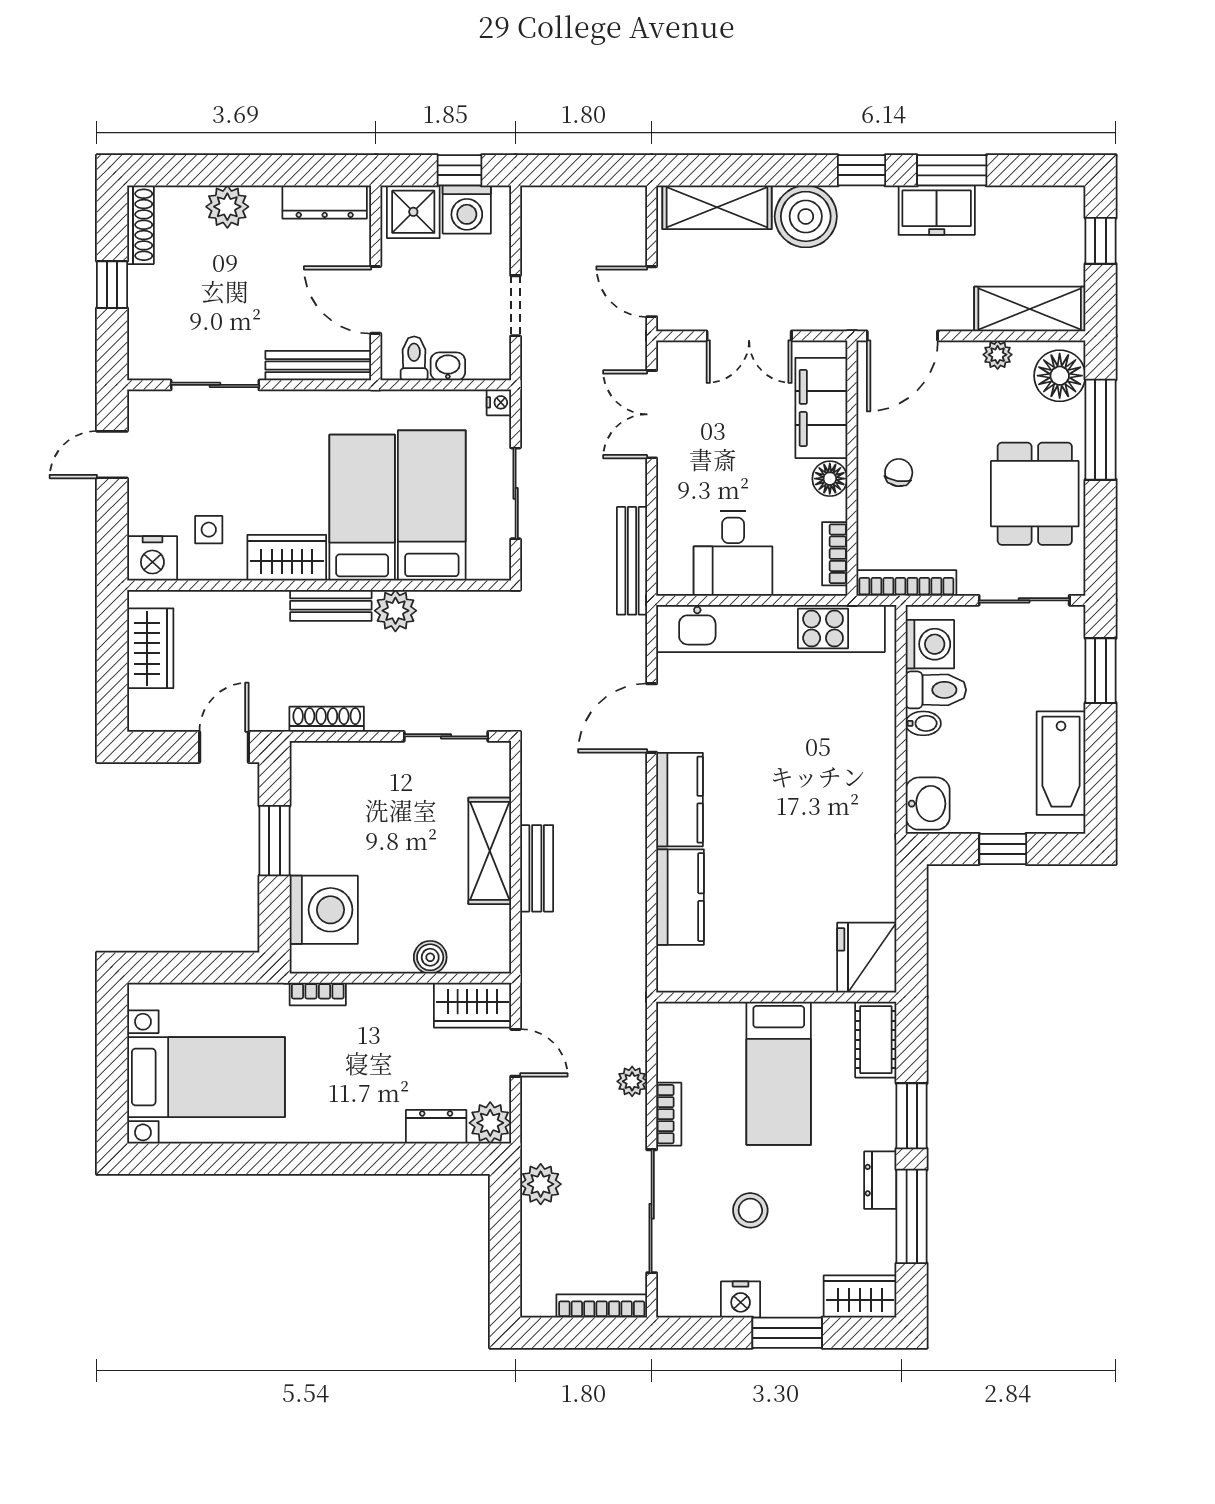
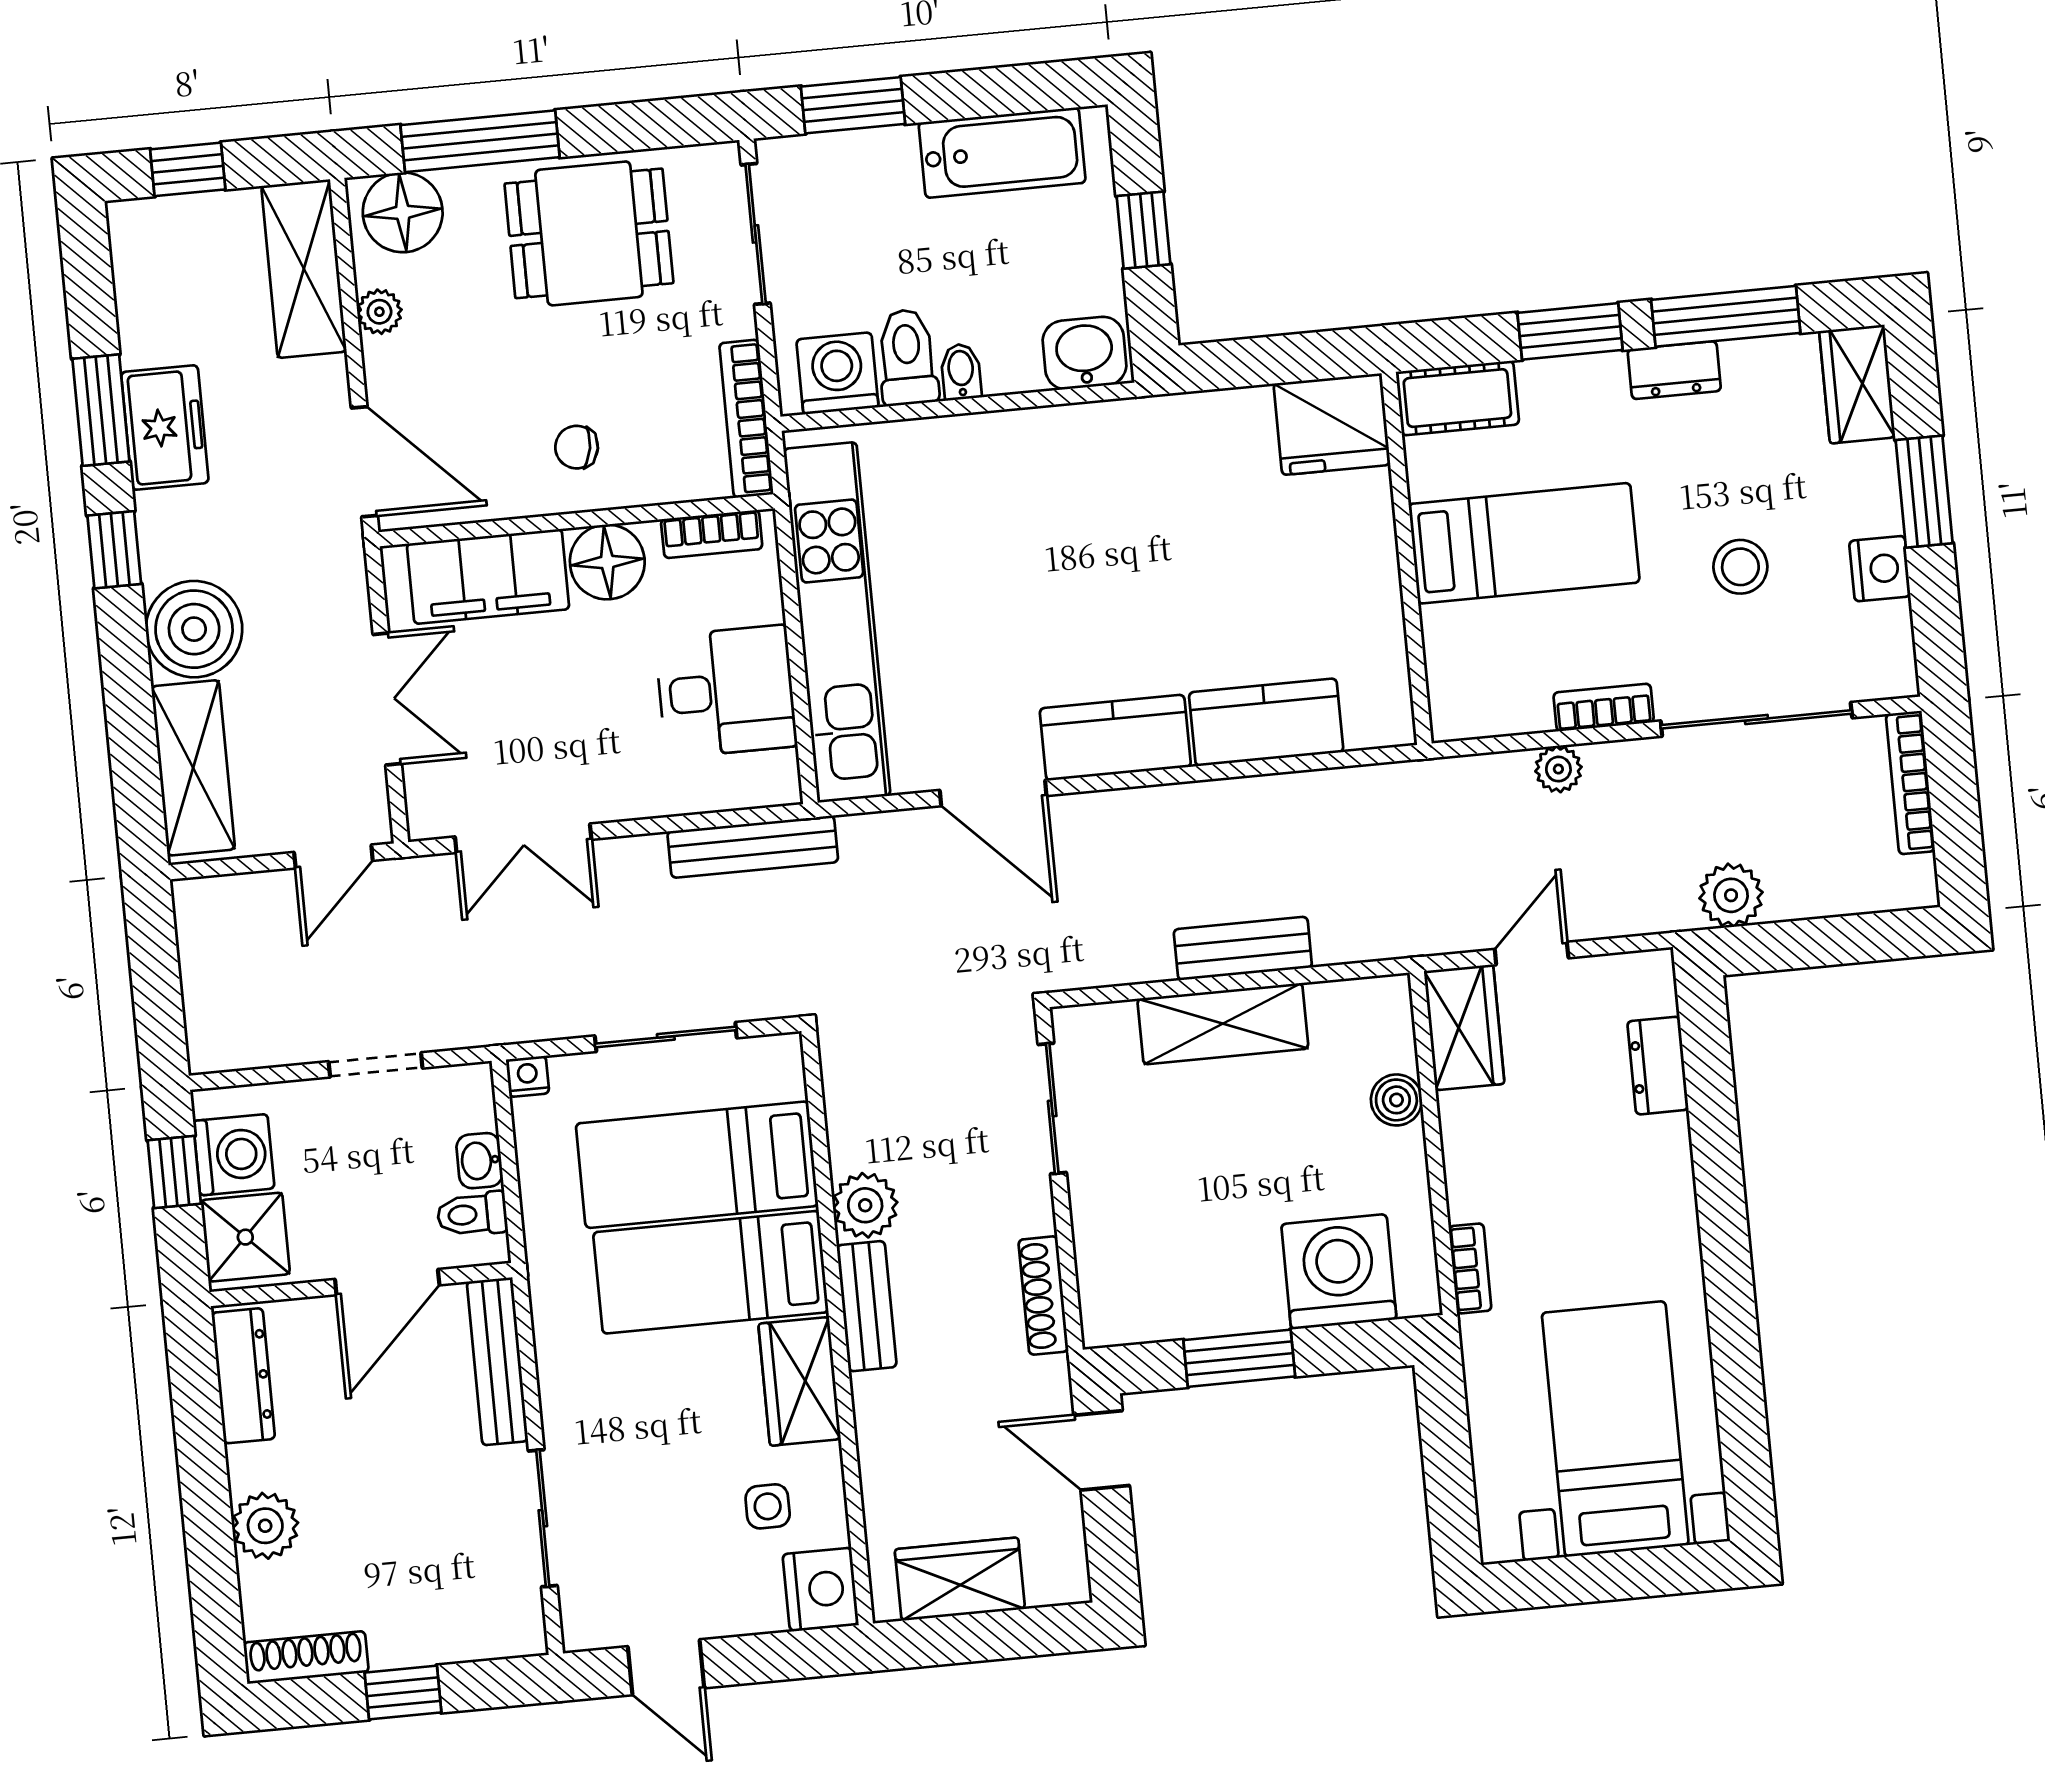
floor lamp: (830, 479) -> (607, 562), width x1.38, depth x1.38
plant: (490, 1123) -> (1644, 982), removed

